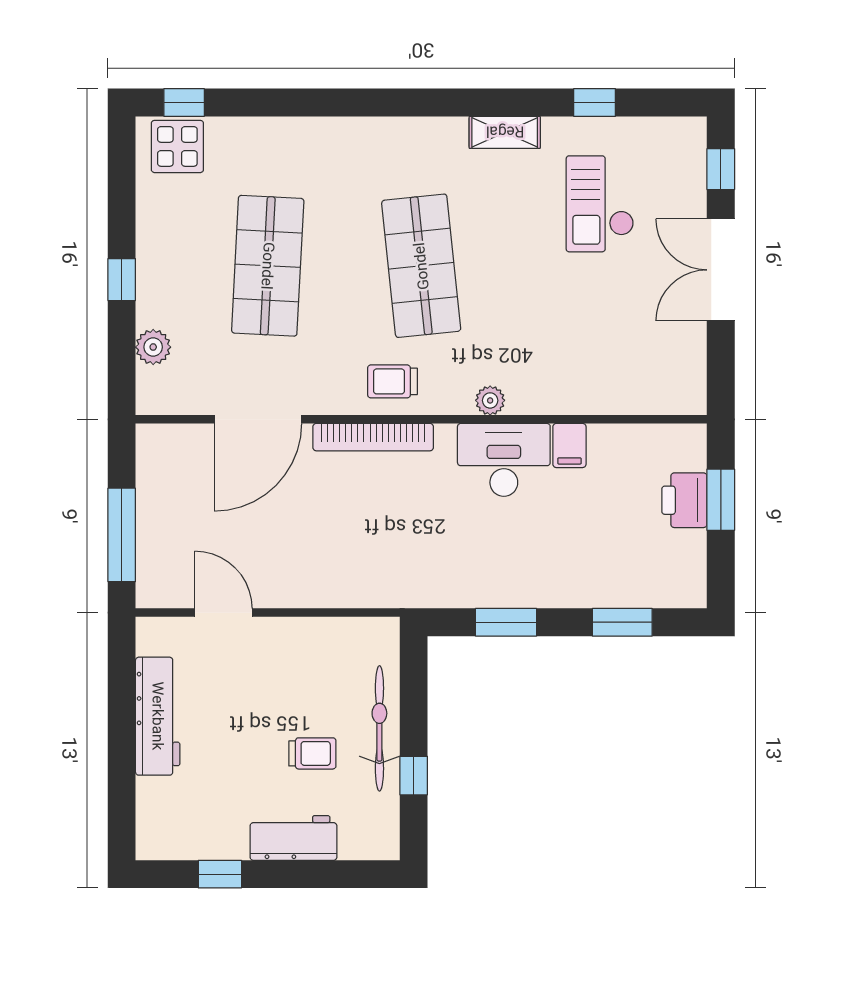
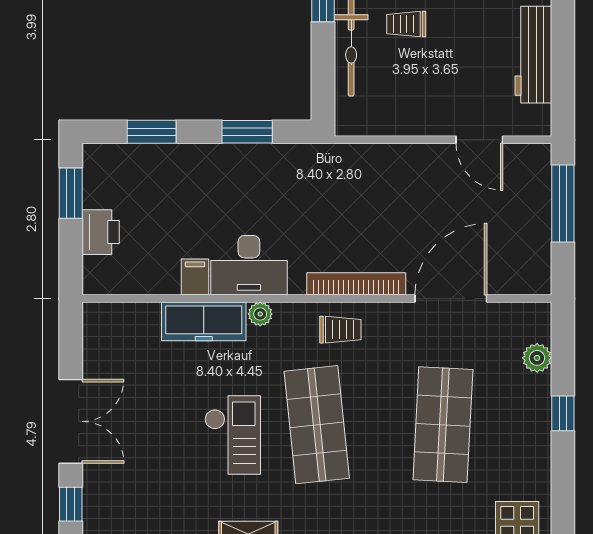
checkout: (600, 204) -> (233, 435), moved
freezer: (559, 391) -> (204, 321), added
window: (721, 500) -> (71, 193), moved

